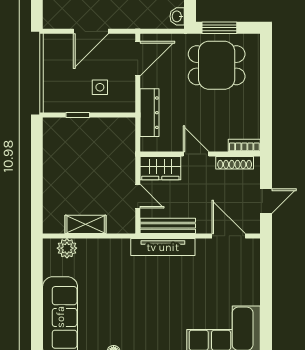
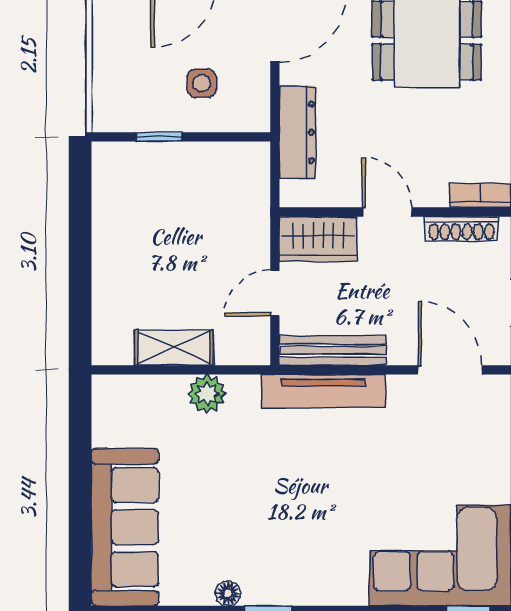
door: (138, 196) -> (275, 293), swing flipped
plant: (67, 248) -> (207, 394), moved

